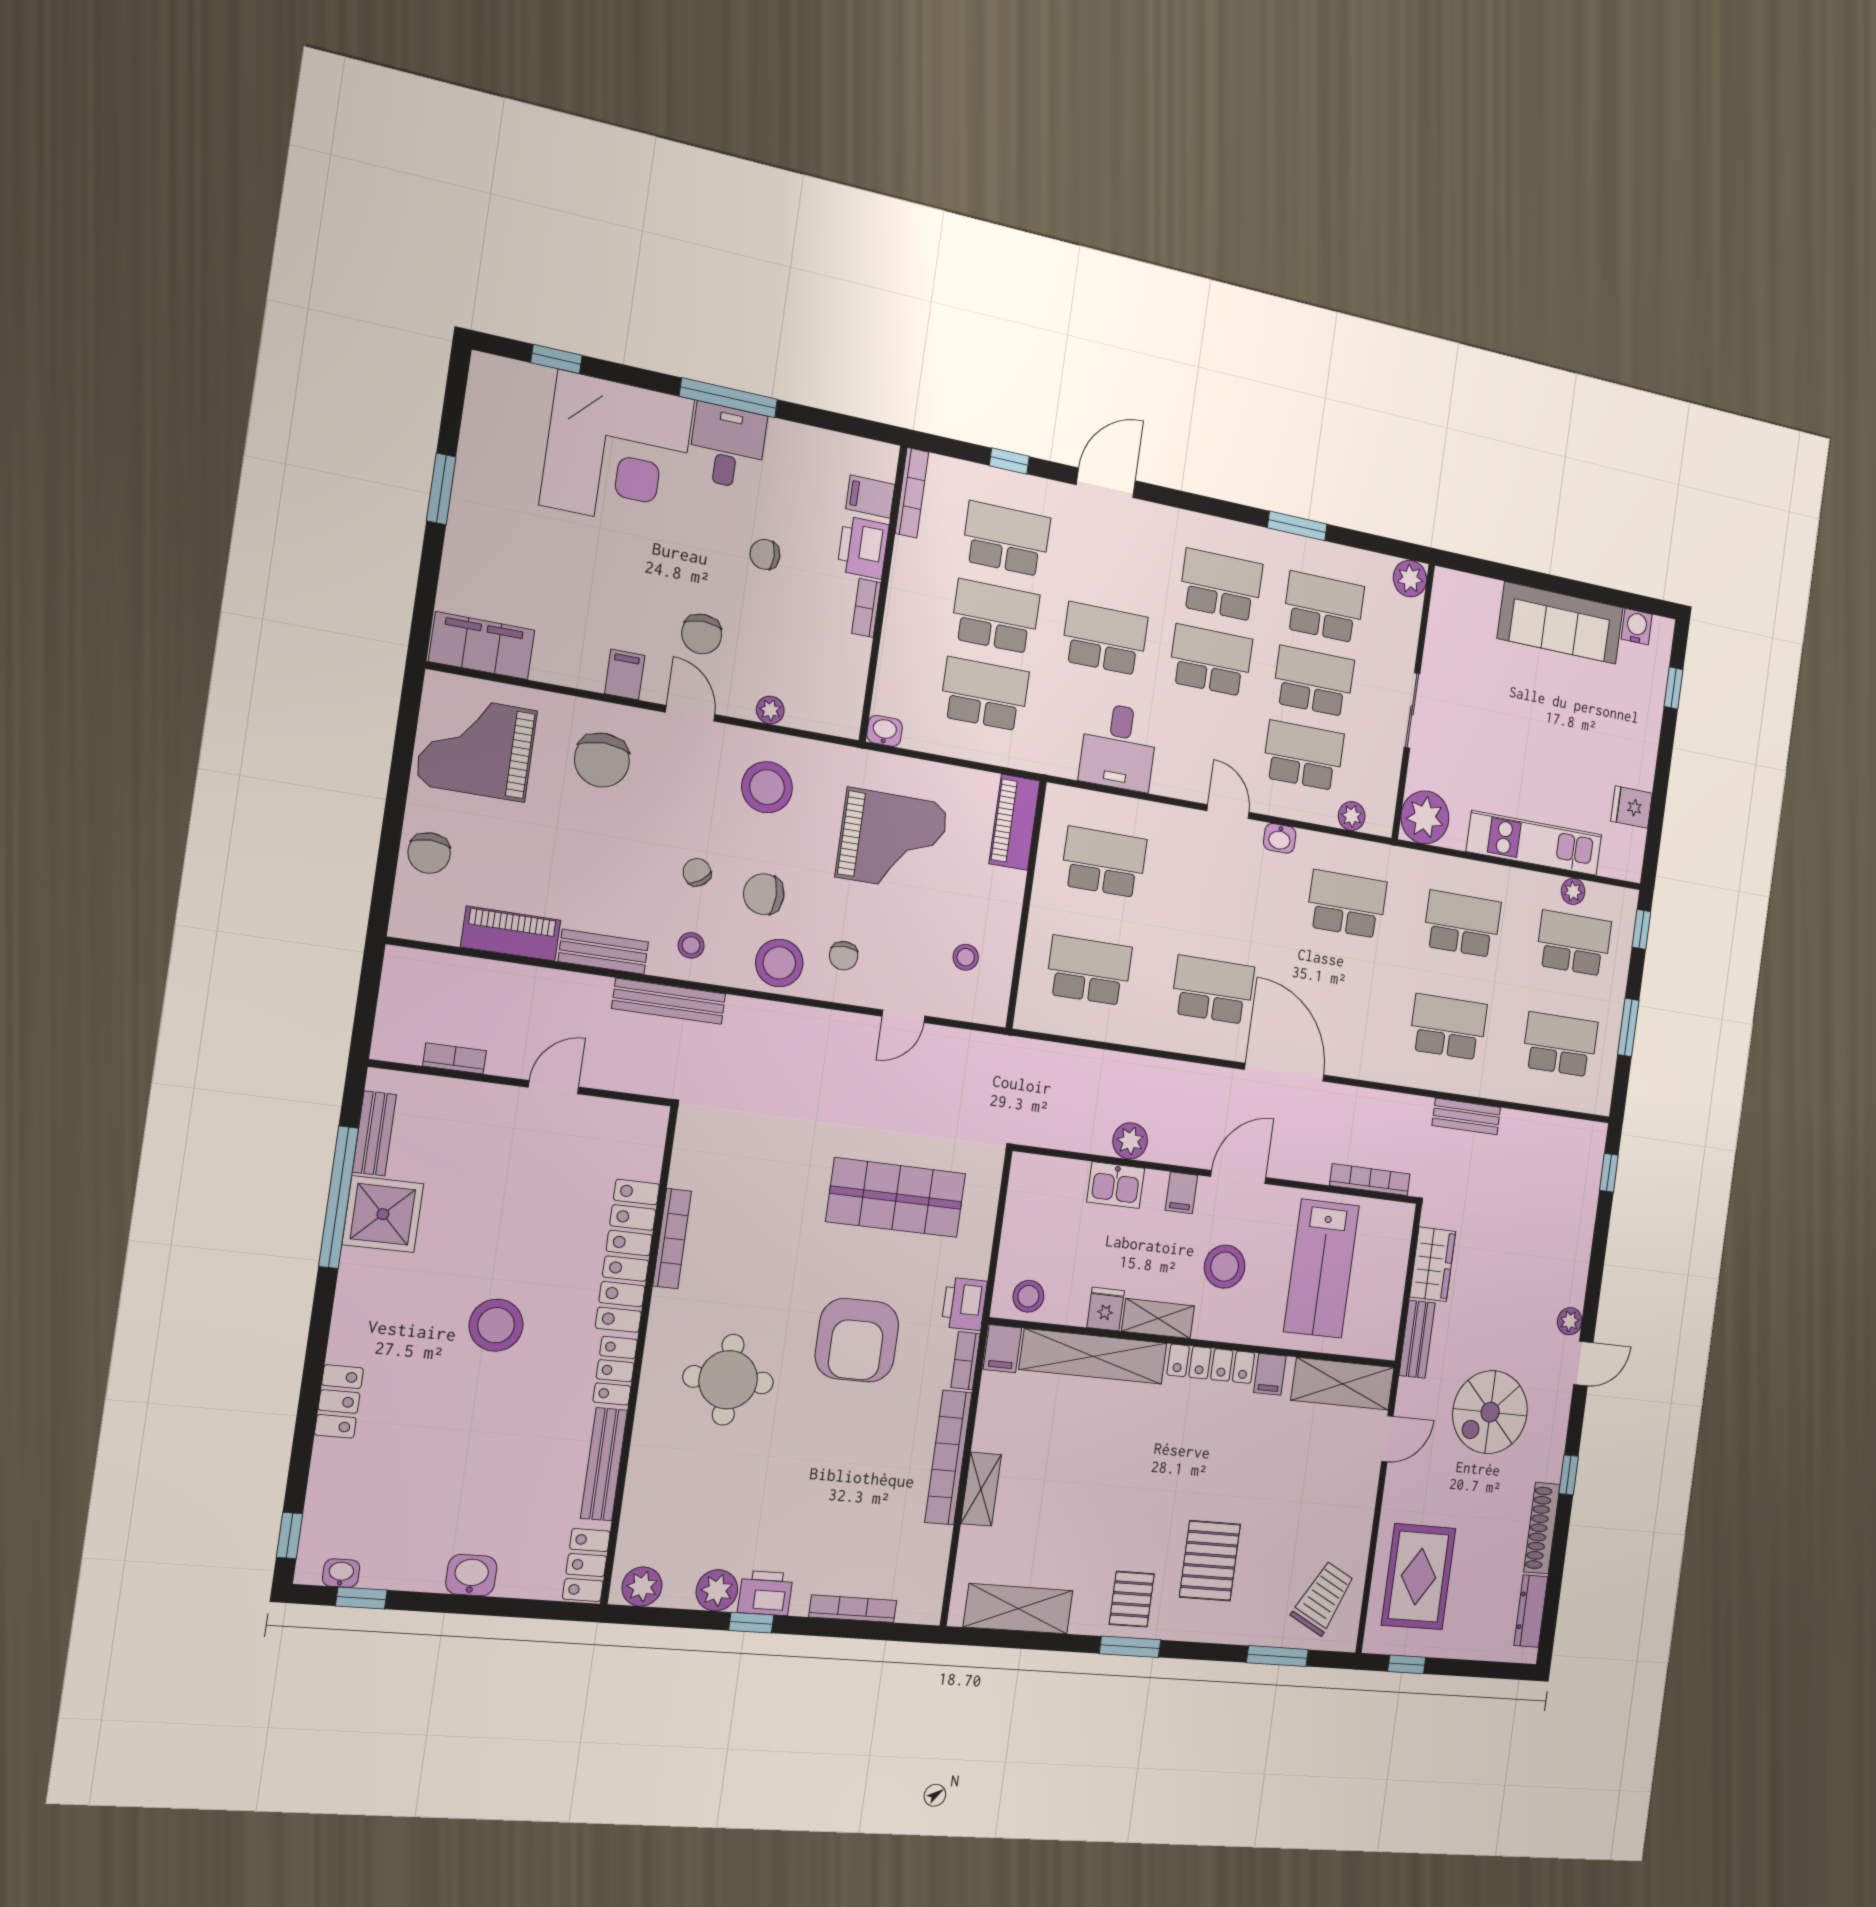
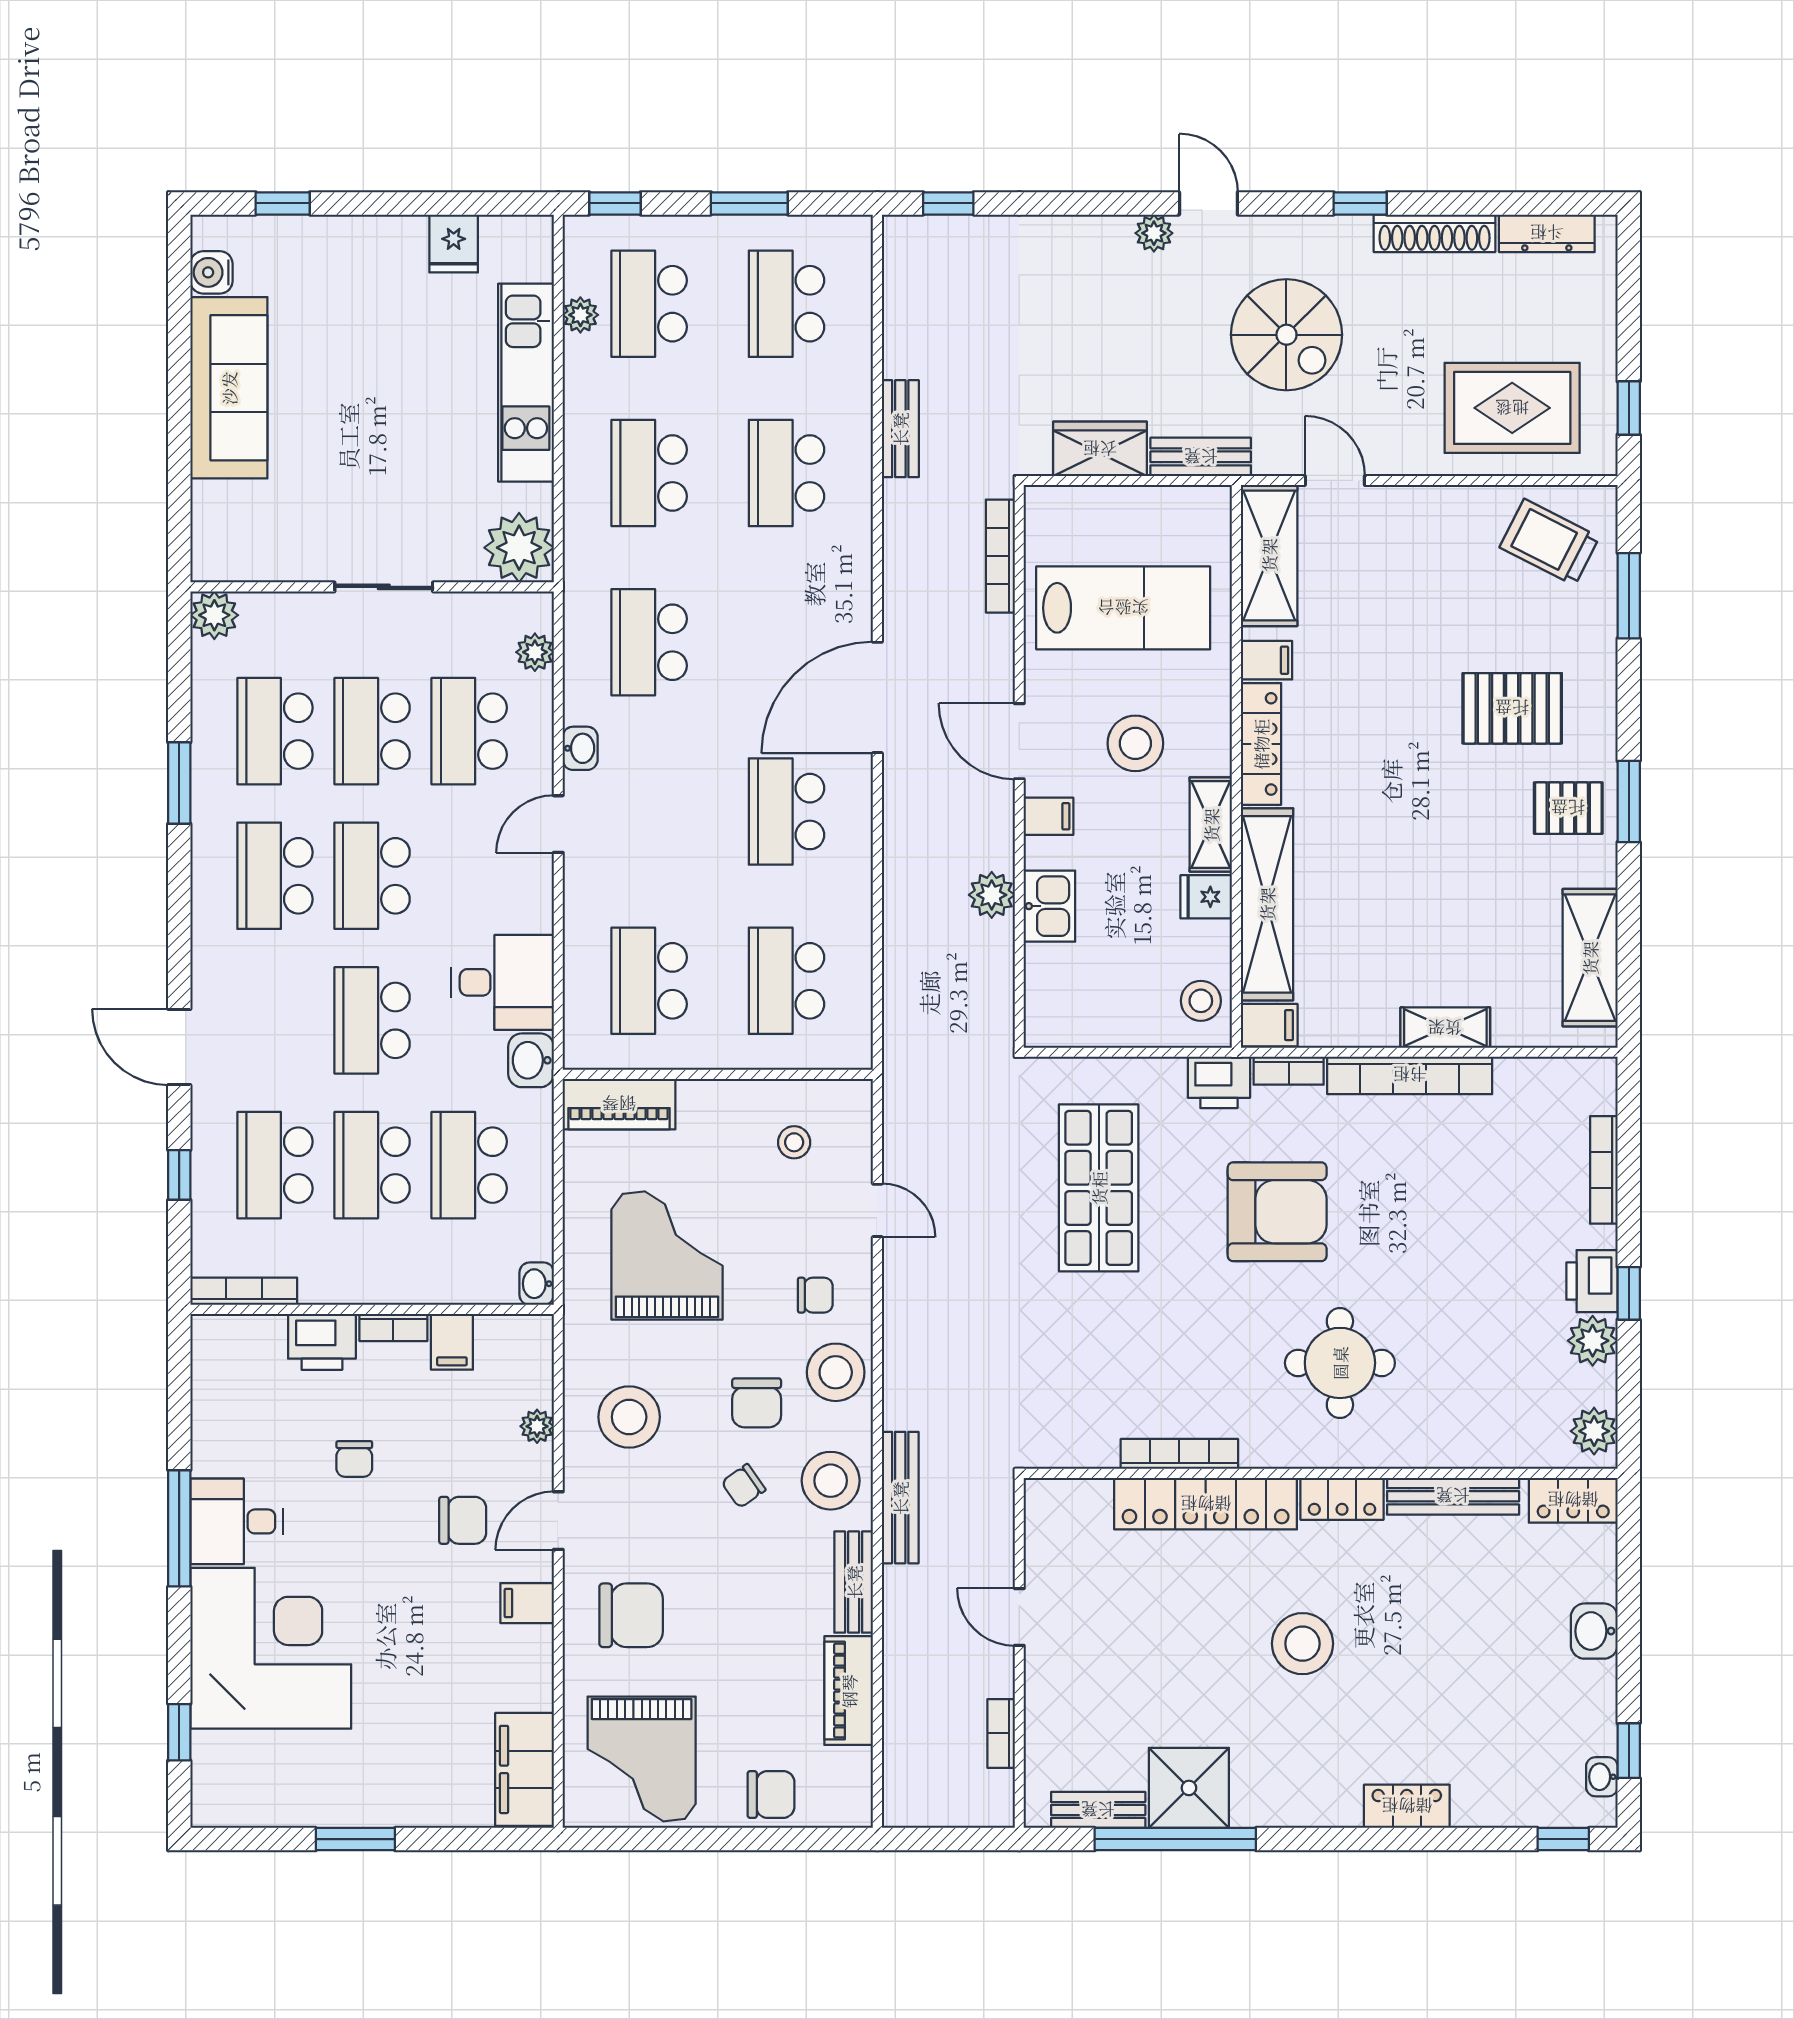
filing cabinet: (870, 497) -> (452, 1342), moved
washbasin: (1057, 758) -> (531, 1060), added
stool: (691, 945) -> (831, 1481), width x1.89, depth x1.89

